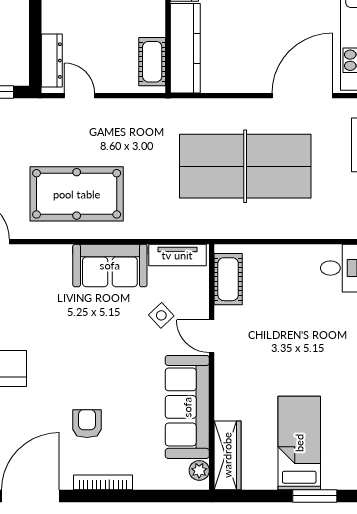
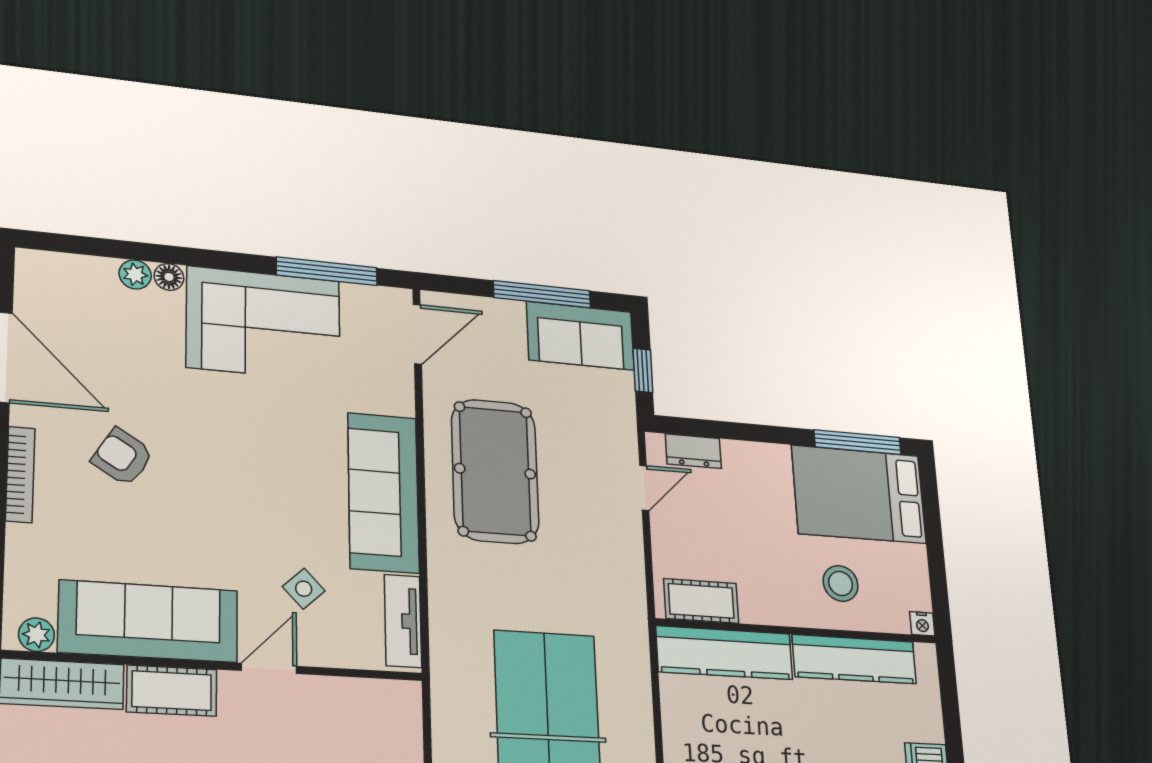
dresser: (52, 61) -> (693, 451), width x0.70
sofa: (110, 265) -> (383, 493), width x1.36
cot: (228, 279) -> (172, 691), moved
armchair: (87, 424) -> (122, 457), turned -148

